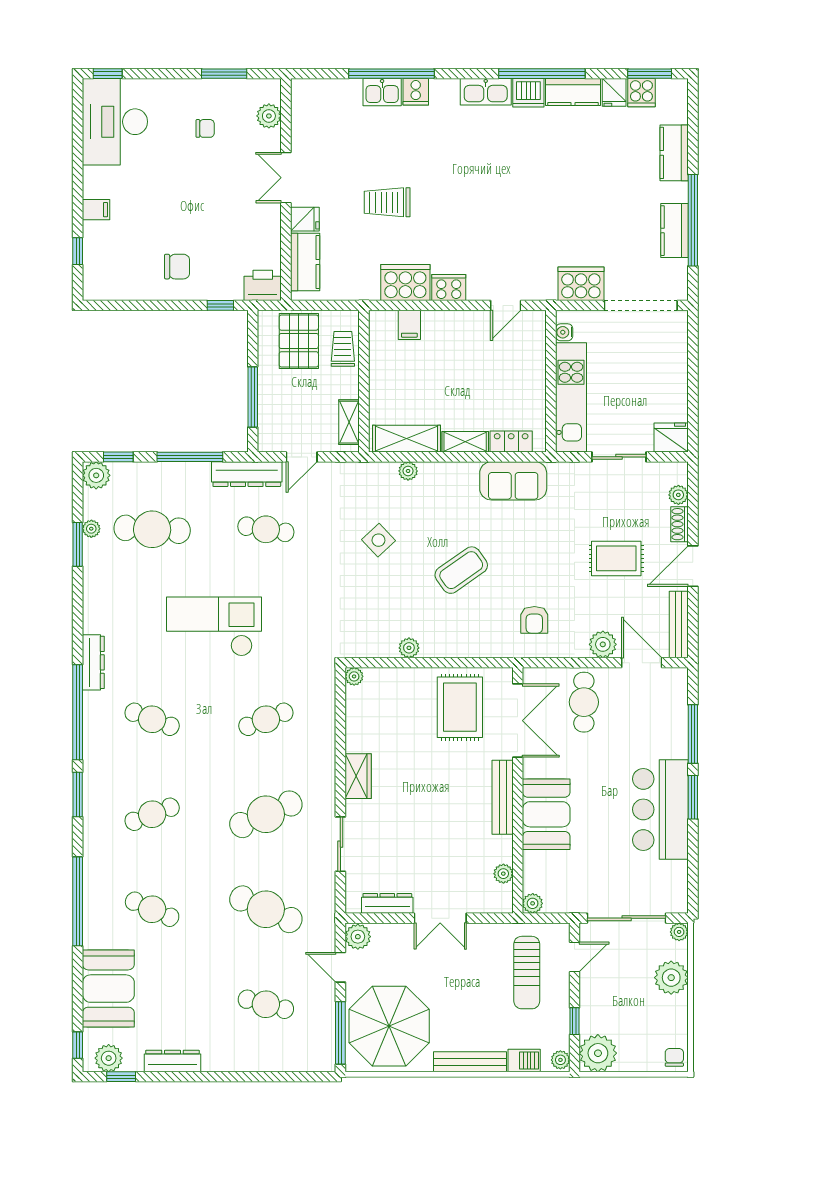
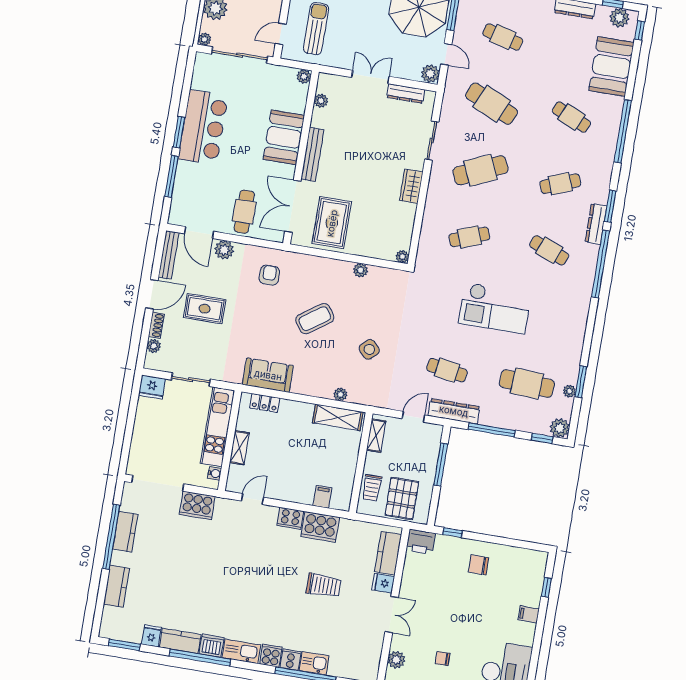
cooker: (641, 93) -> (271, 656), moved
shelving: (465, 442) -> (239, 448), moved, turned 90
dresser: (93, 662) -> (596, 224), moved

